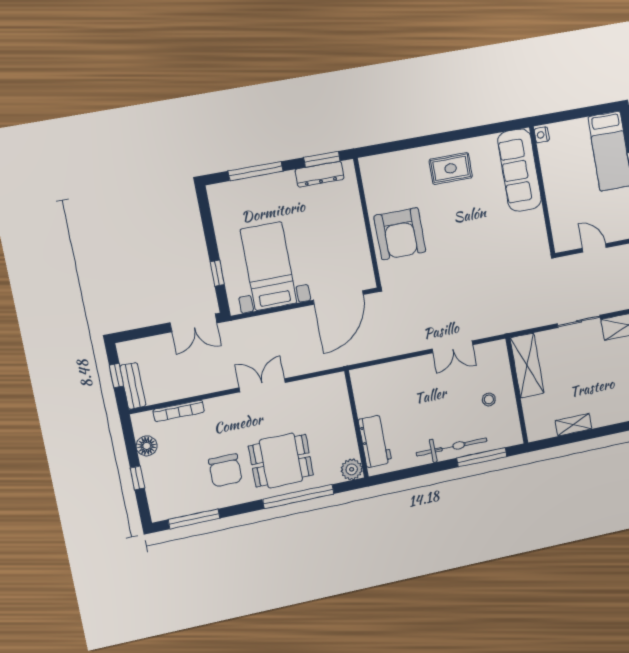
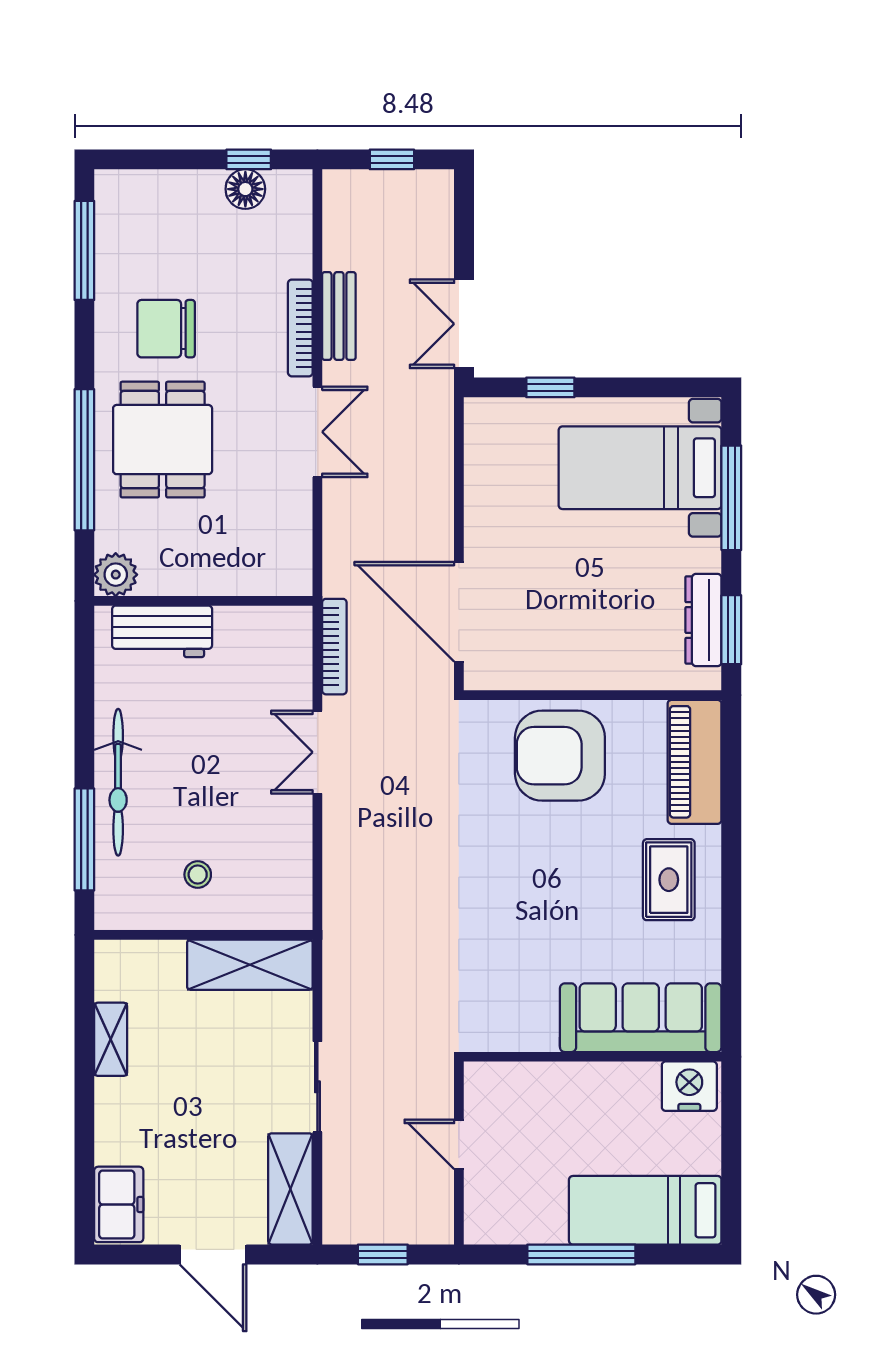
nightstand: (542, 135) -> (689, 1086), width x1.89, depth x1.79
piano: (391, 166) -> (695, 762), added
door: (594, 248) -> (459, 1144), swing flipped
bed with nightstands: (269, 266) -> (640, 468), moved, turned 180
double door: (452, 347) -> (317, 752), moved
bookcase: (367, 355) -> (334, 647), added
bench: (133, 386) -> (339, 316), moved, turned 90
bookcase: (179, 411) -> (300, 328), moved
window: (137, 478) -> (249, 159), moved

